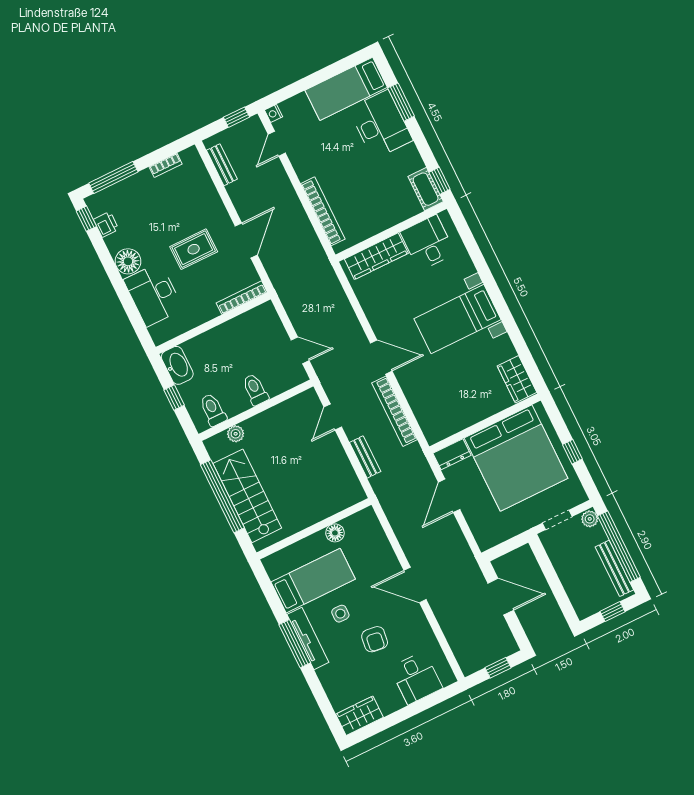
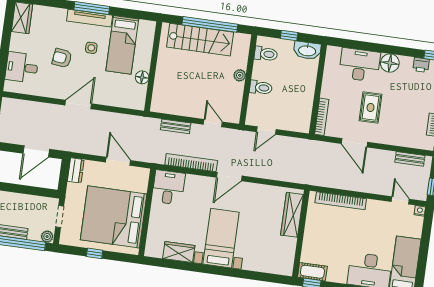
desk: (428, 243) -> (169, 187), moved, turned -90
wardrobe: (517, 379) -> (179, 252), moved
plant: (236, 434) -> (240, 75), moved
dresser: (452, 454) -> (76, 170), moved, turned 180

